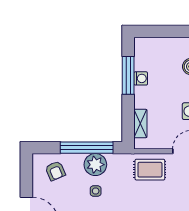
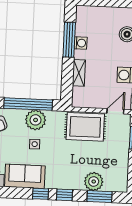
shelving: (140, 123) -> (79, 73), moved
rug: (150, 170) -> (85, 127), width x1.36, depth x1.43

